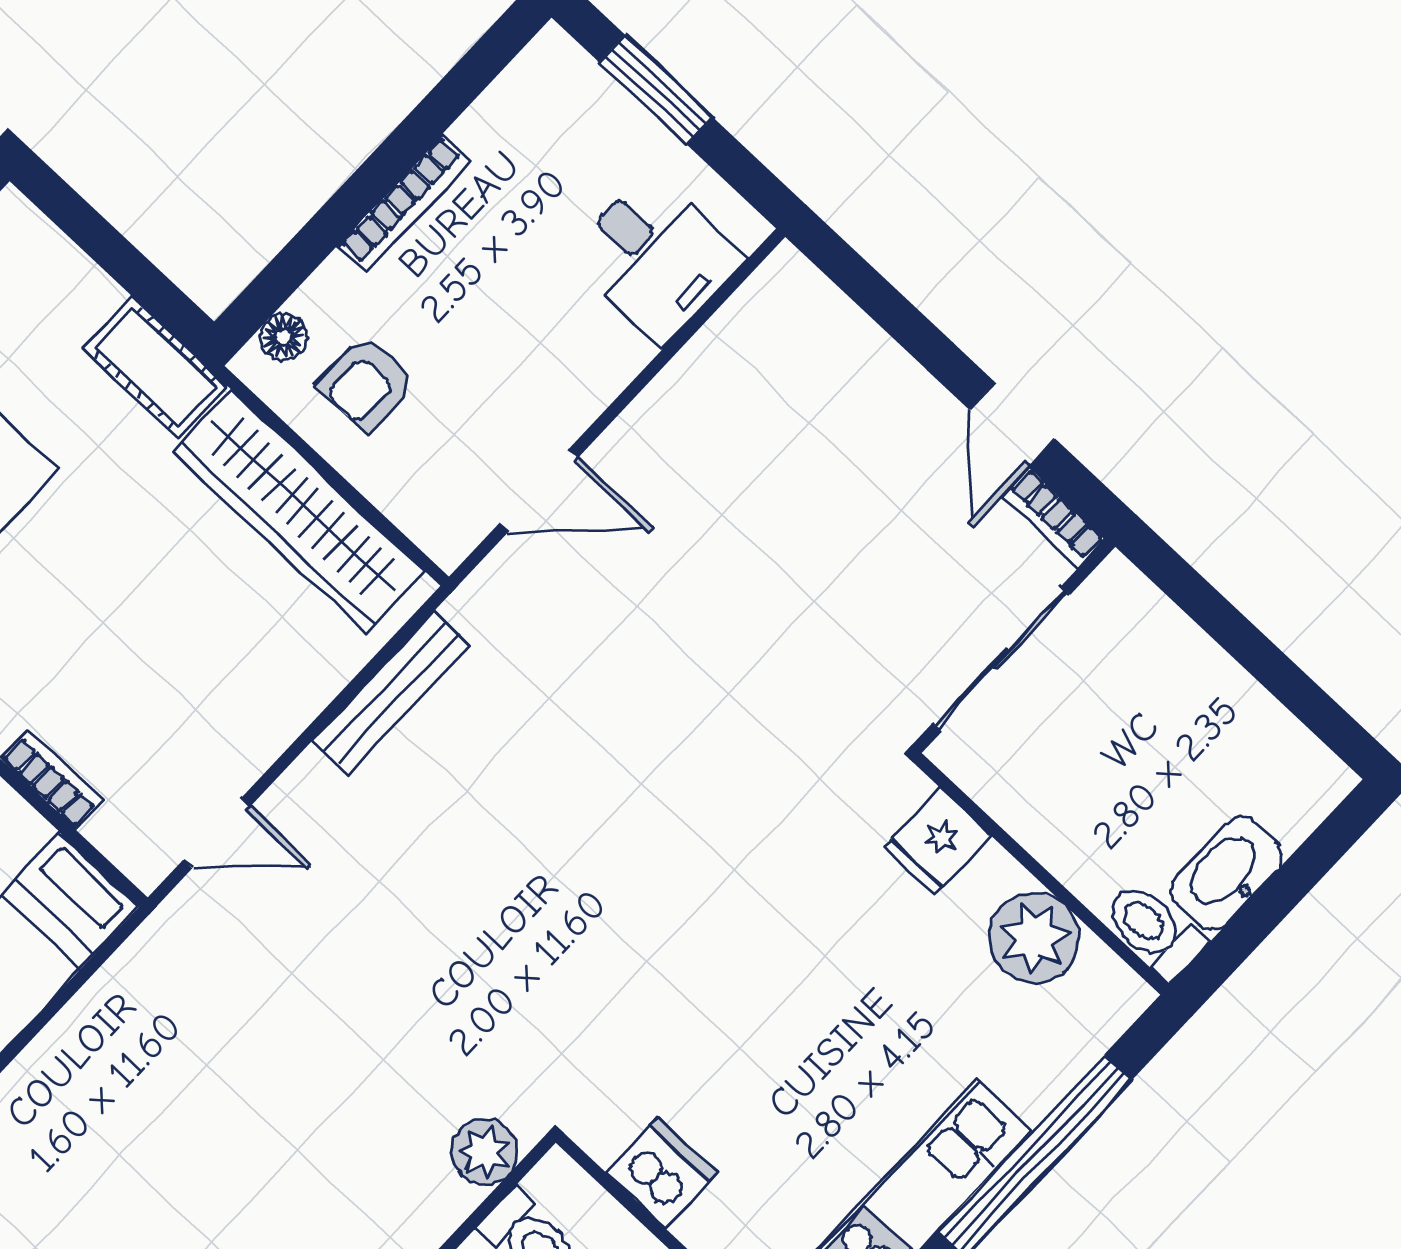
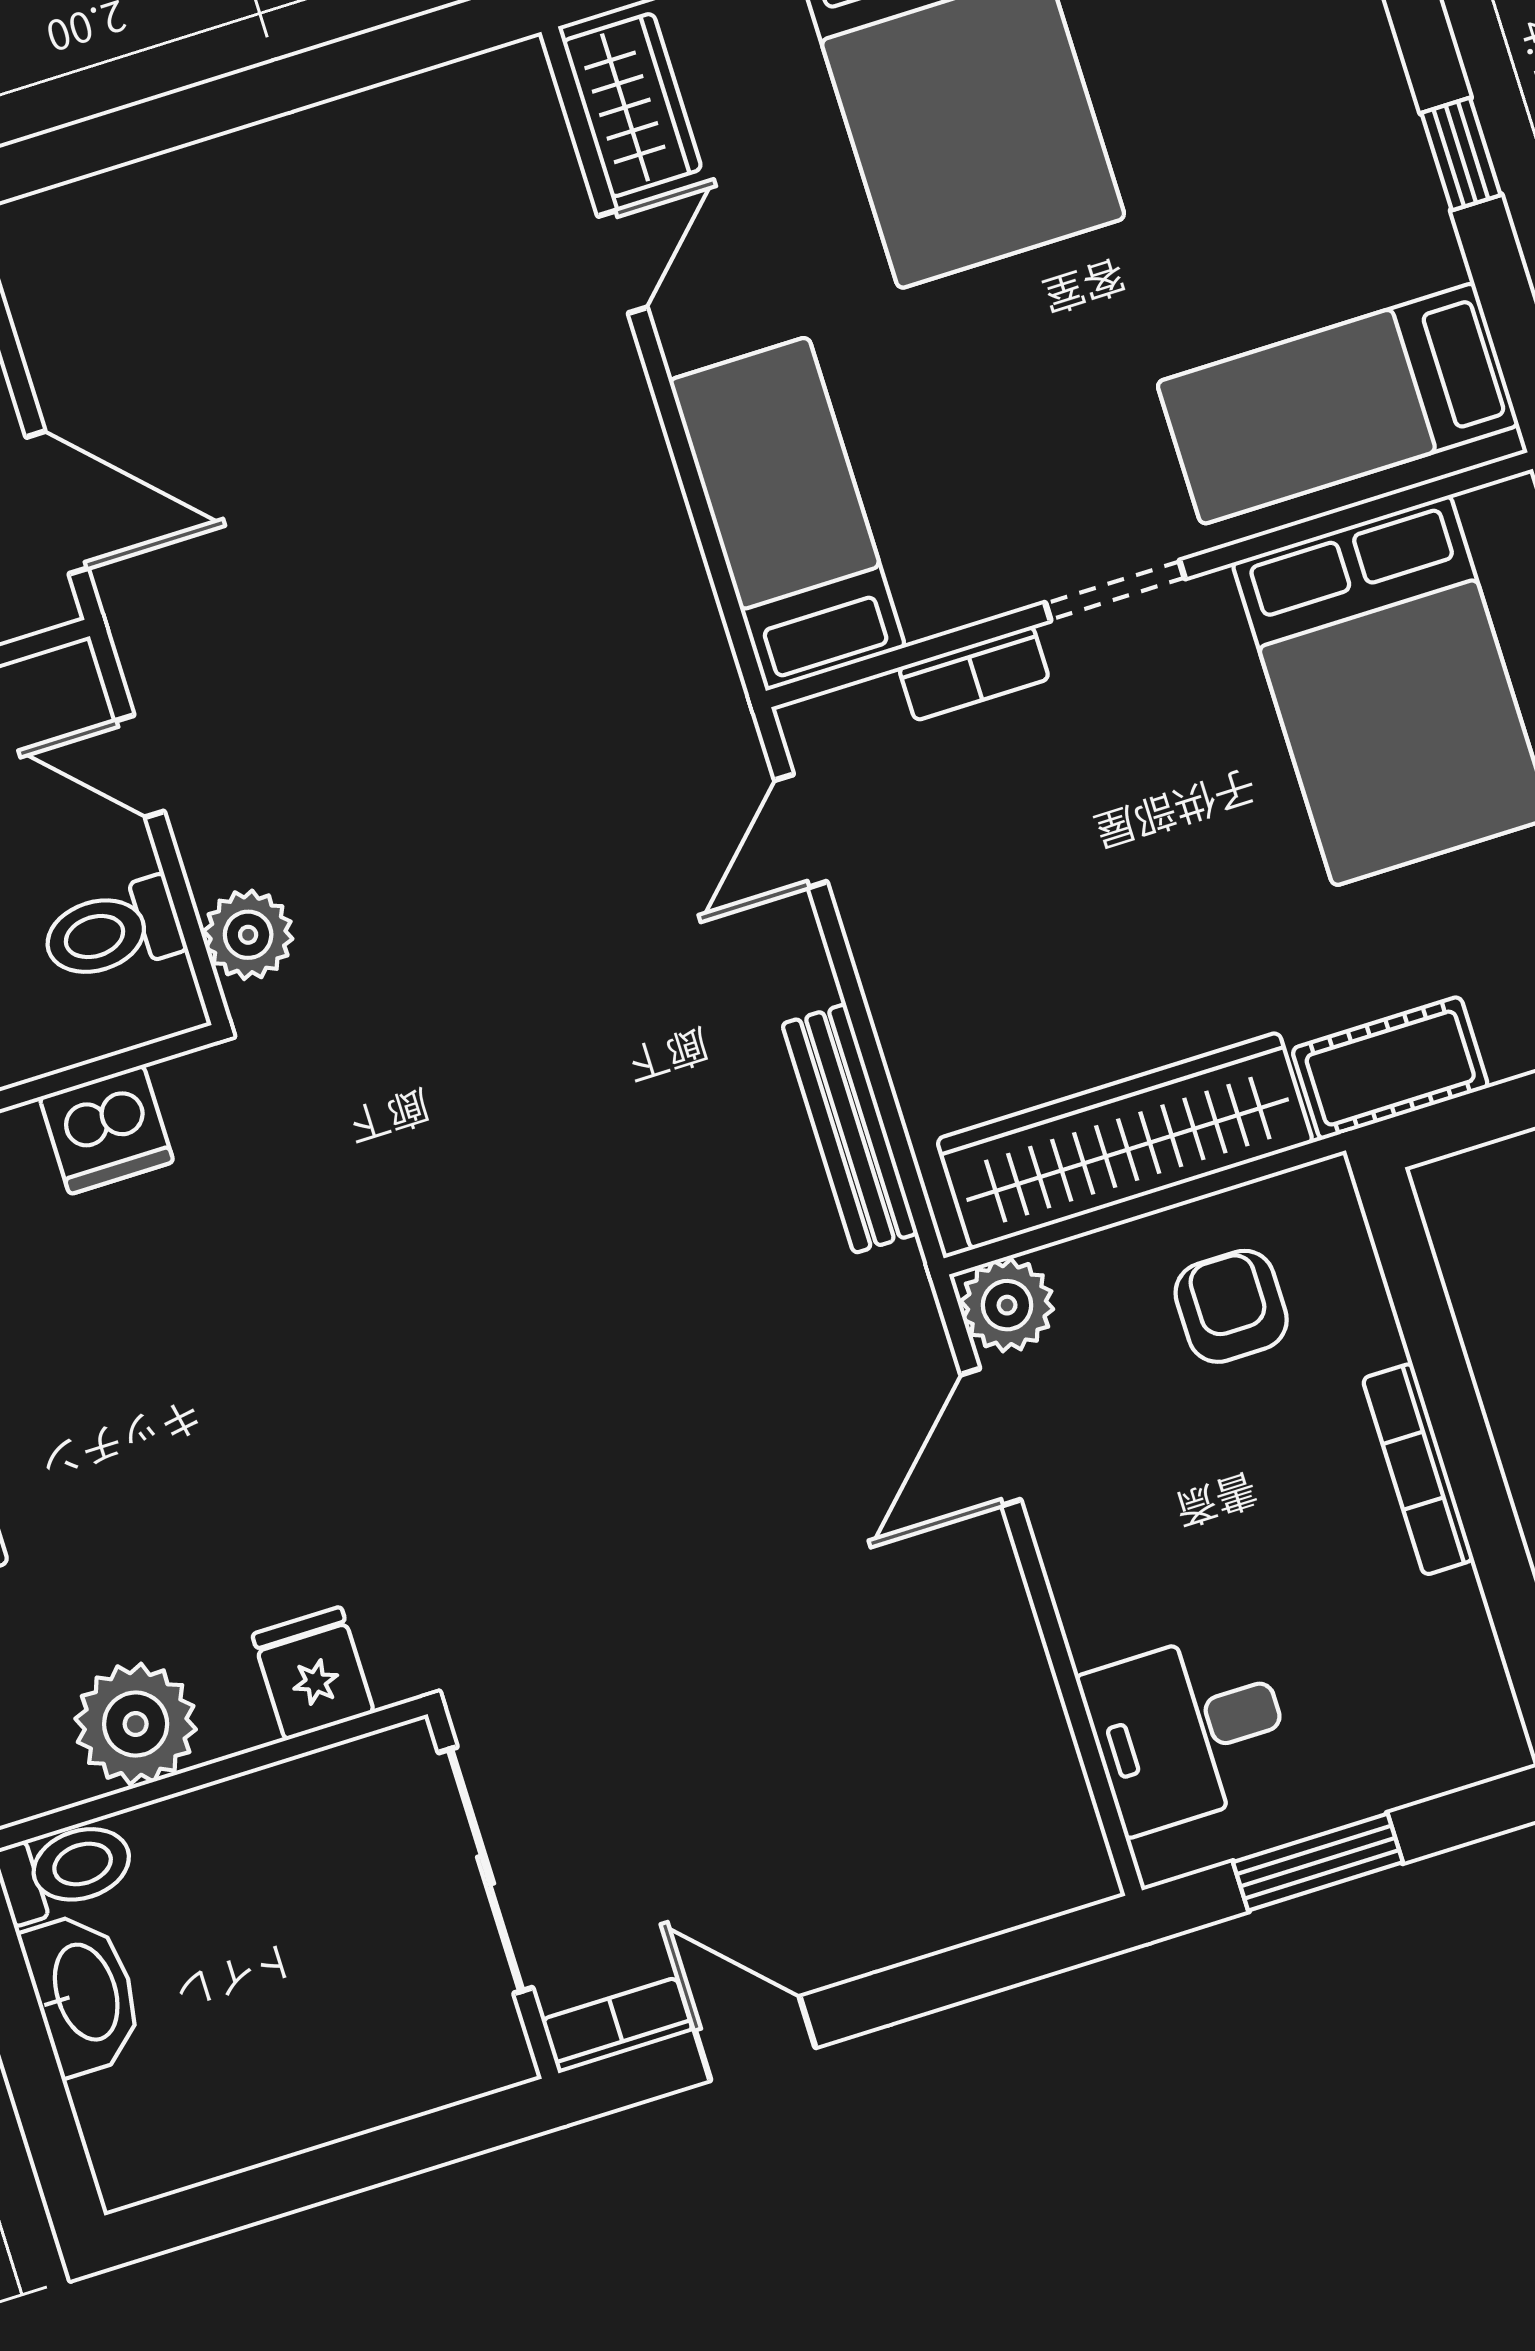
window: (656, 90) -> (1318, 1862), moved
floor lamp: (283, 337) -> (1341, 1239), removed
plant: (448, 528) -> (1007, 1305), added

